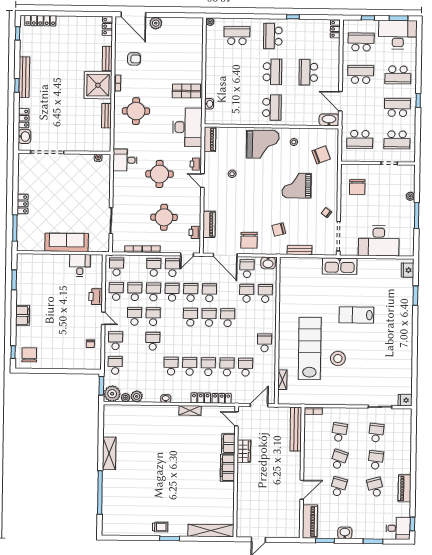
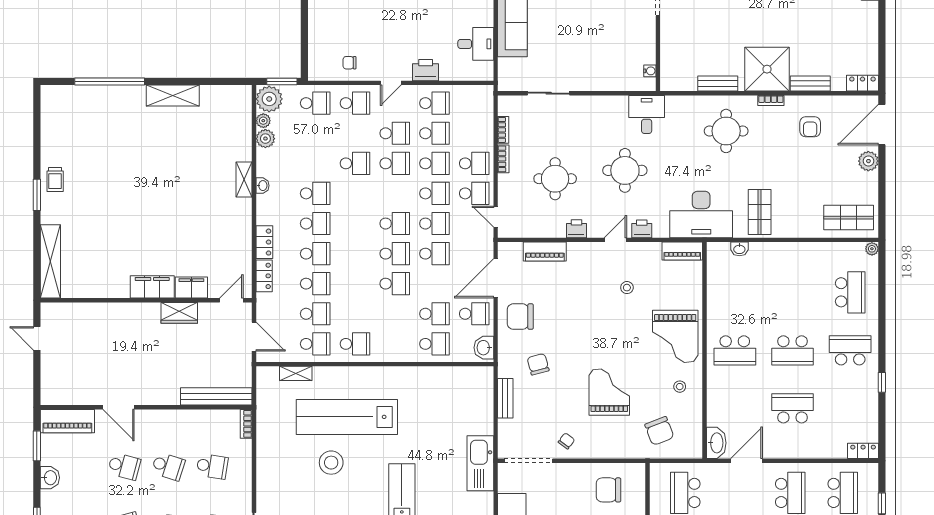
shop shelf: (191, 36) -> (849, 218), added
printer: (195, 232) -> (576, 229), moved
school desk: (117, 267) -> (315, 344), moved
lab bench: (310, 348) -> (347, 417), turned 180
shelving: (190, 410) -> (244, 180), moved

